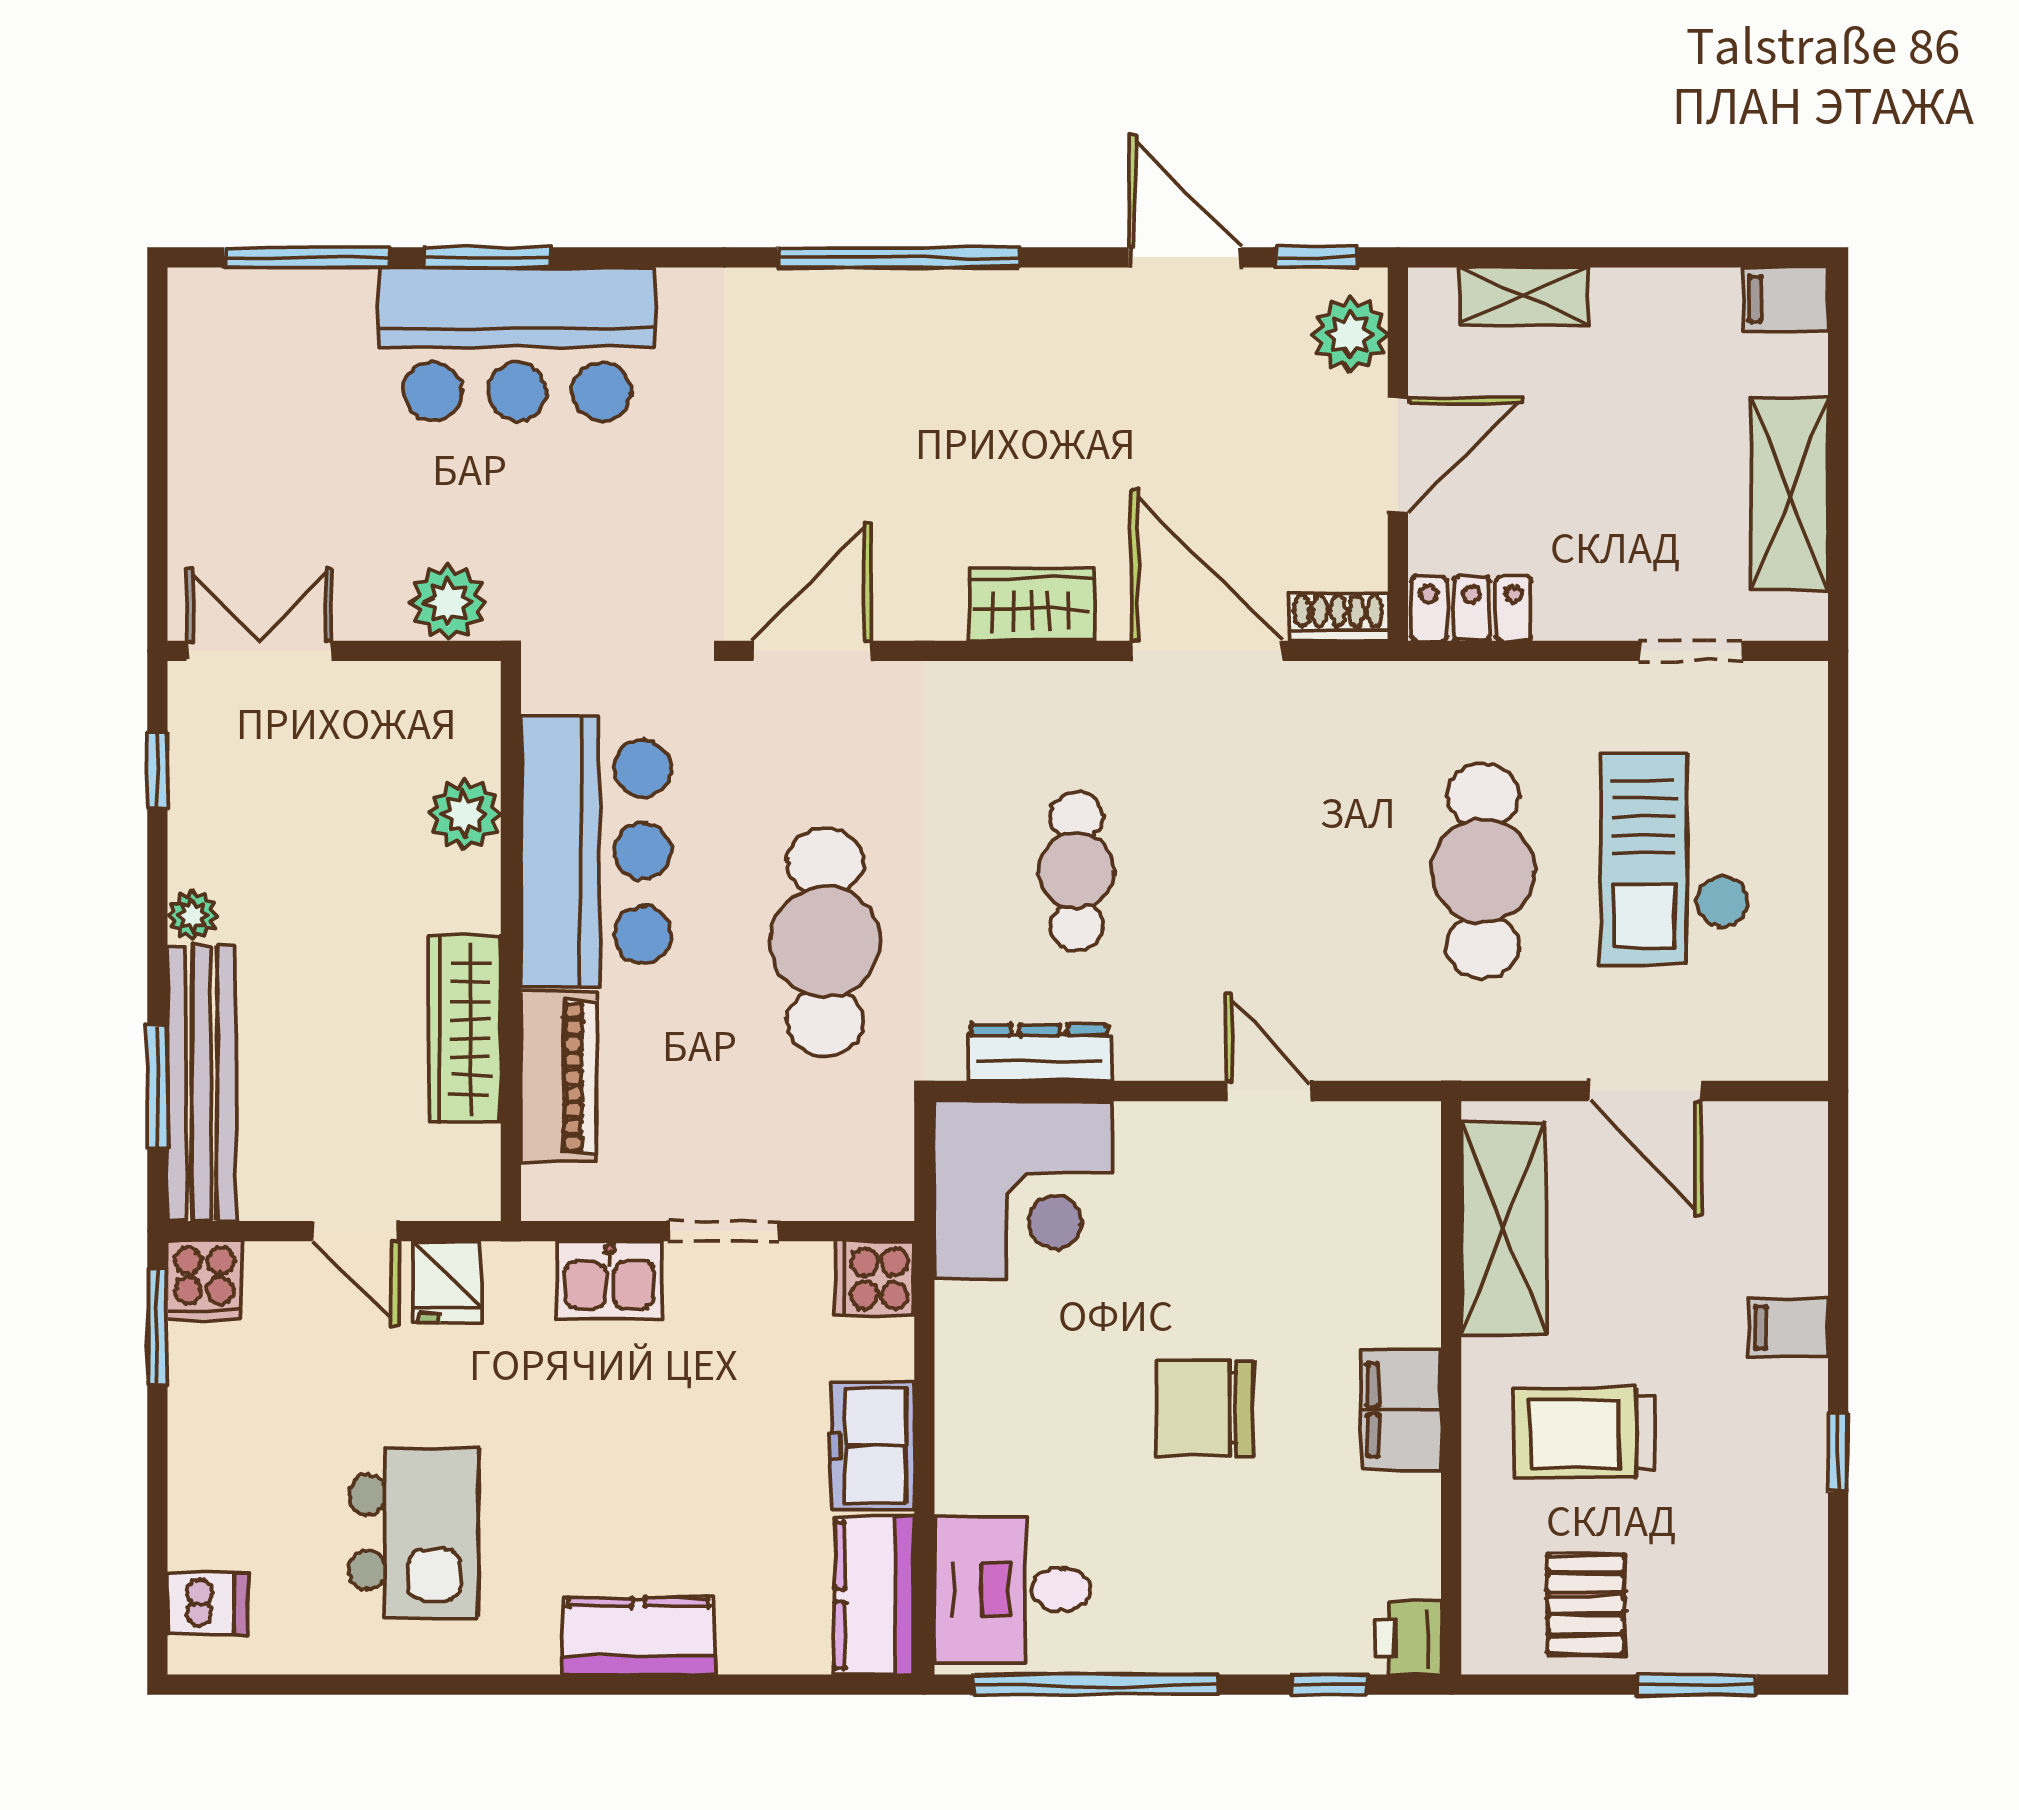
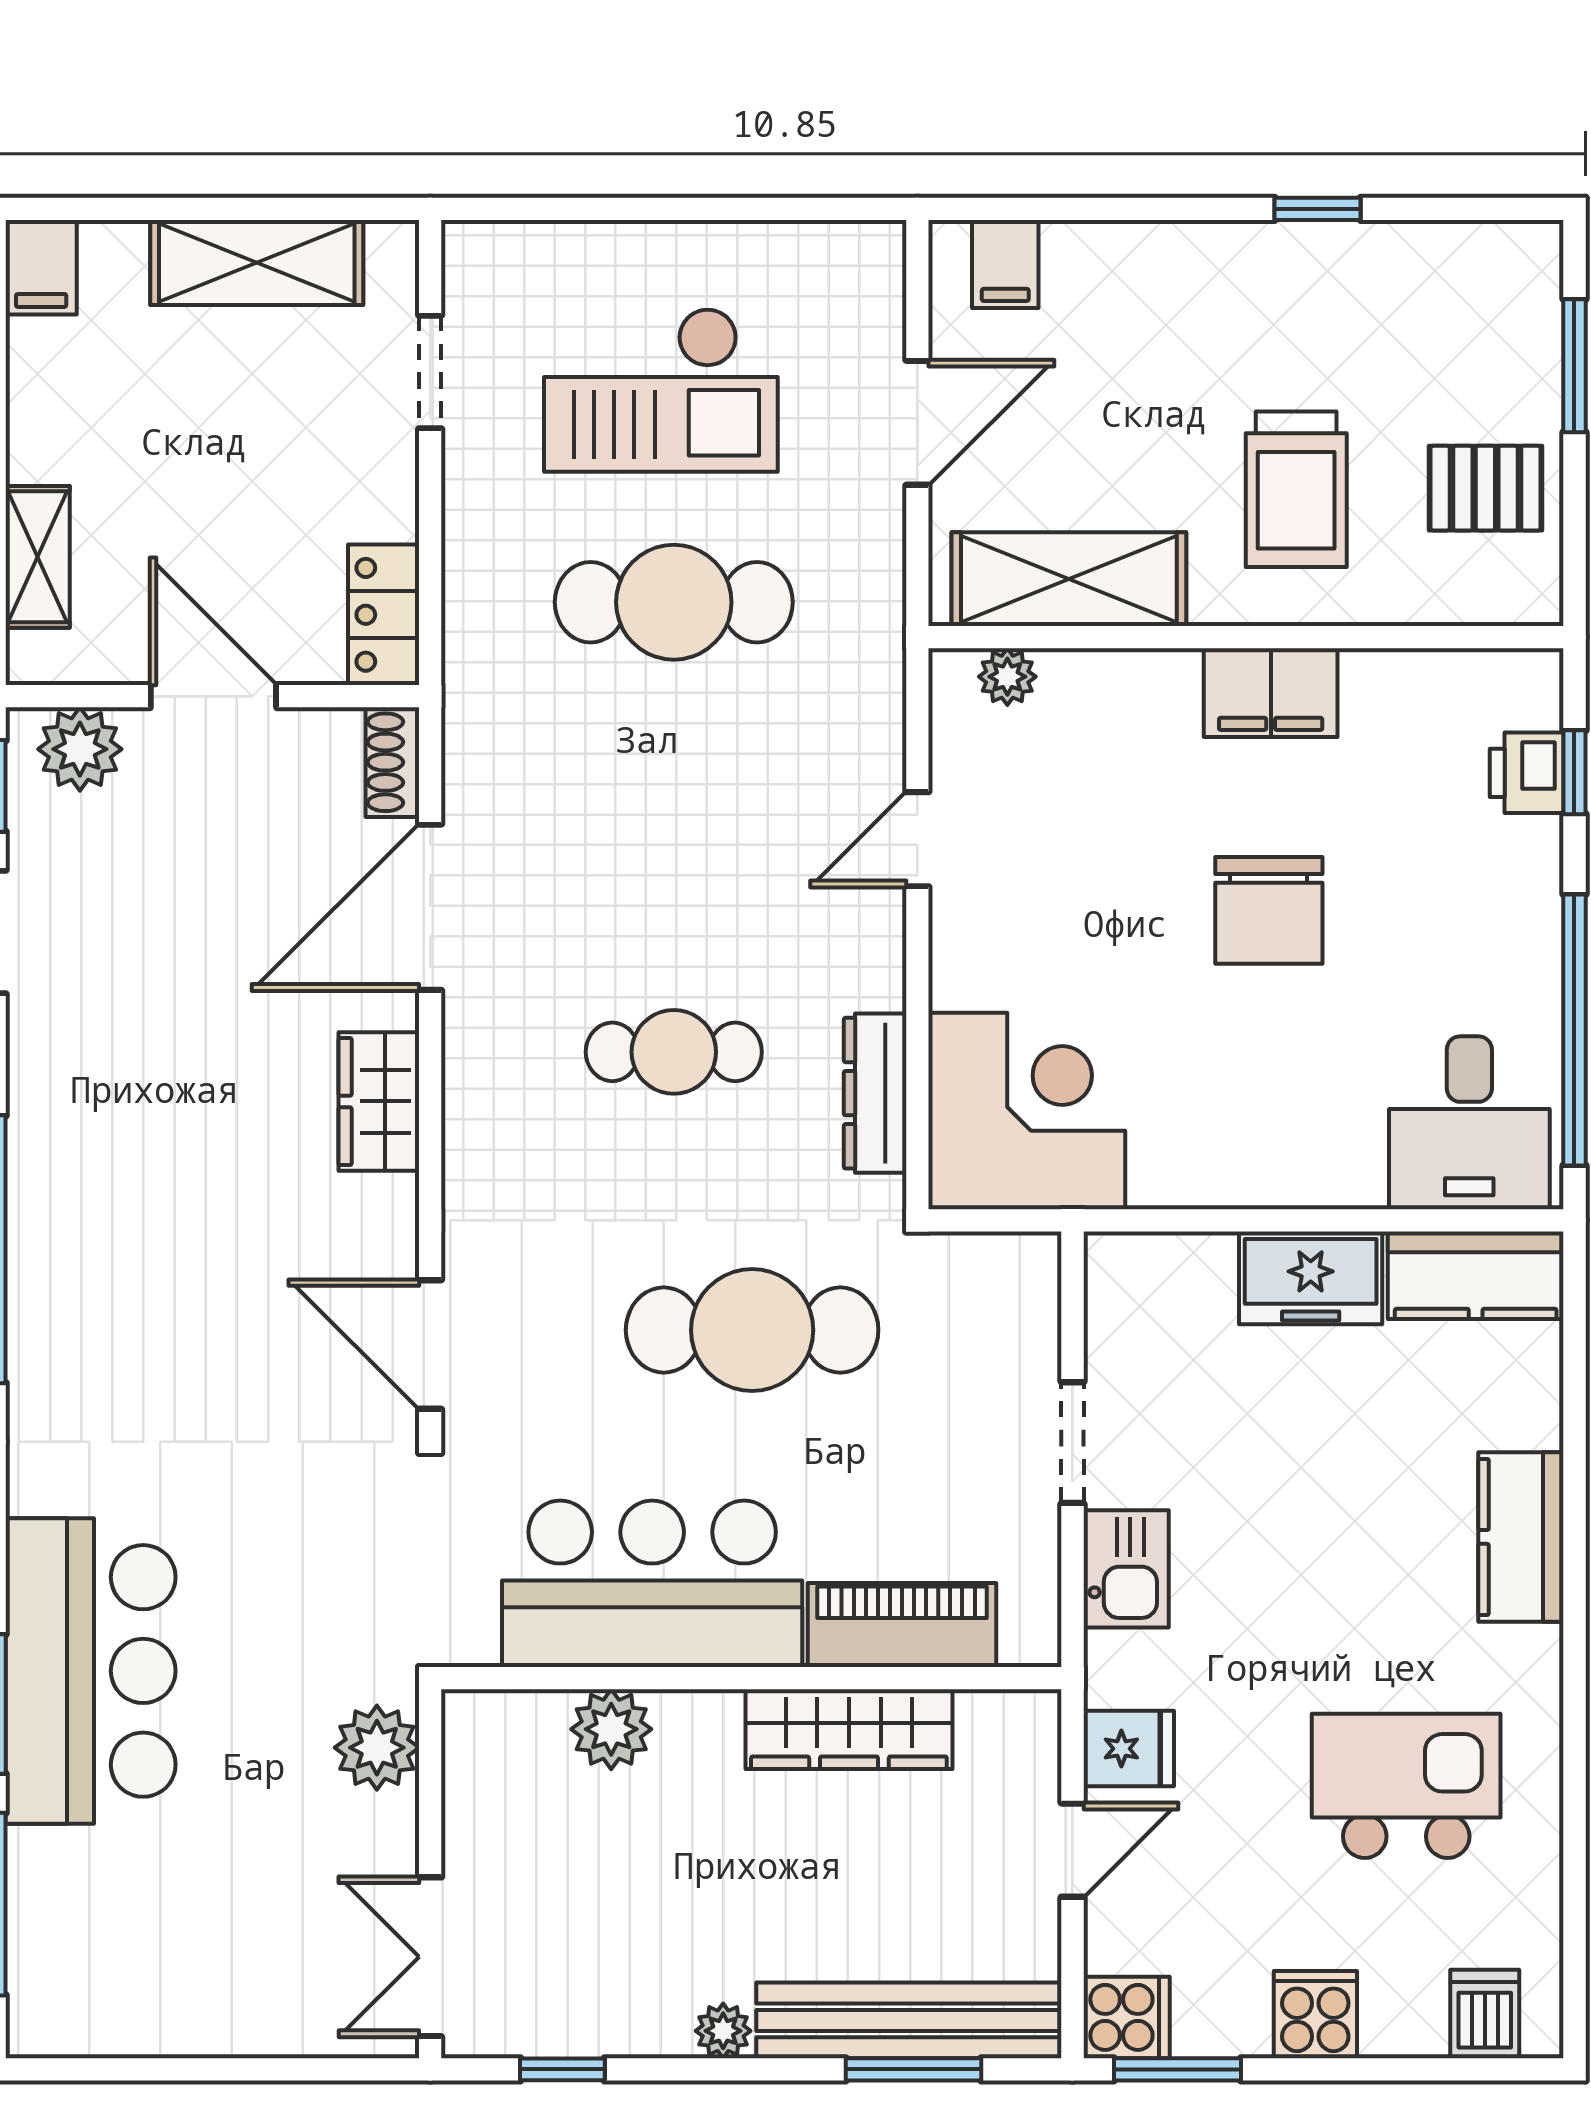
plant: (1415, 1172) -> (1007, 677), added
cooker: (875, 1279) -> (1315, 2015), moved, turned 180
filing cabinet: (1788, 1327) -> (1005, 264), moved
printer: (1408, 1638) -> (1527, 773), moved, turned 90

